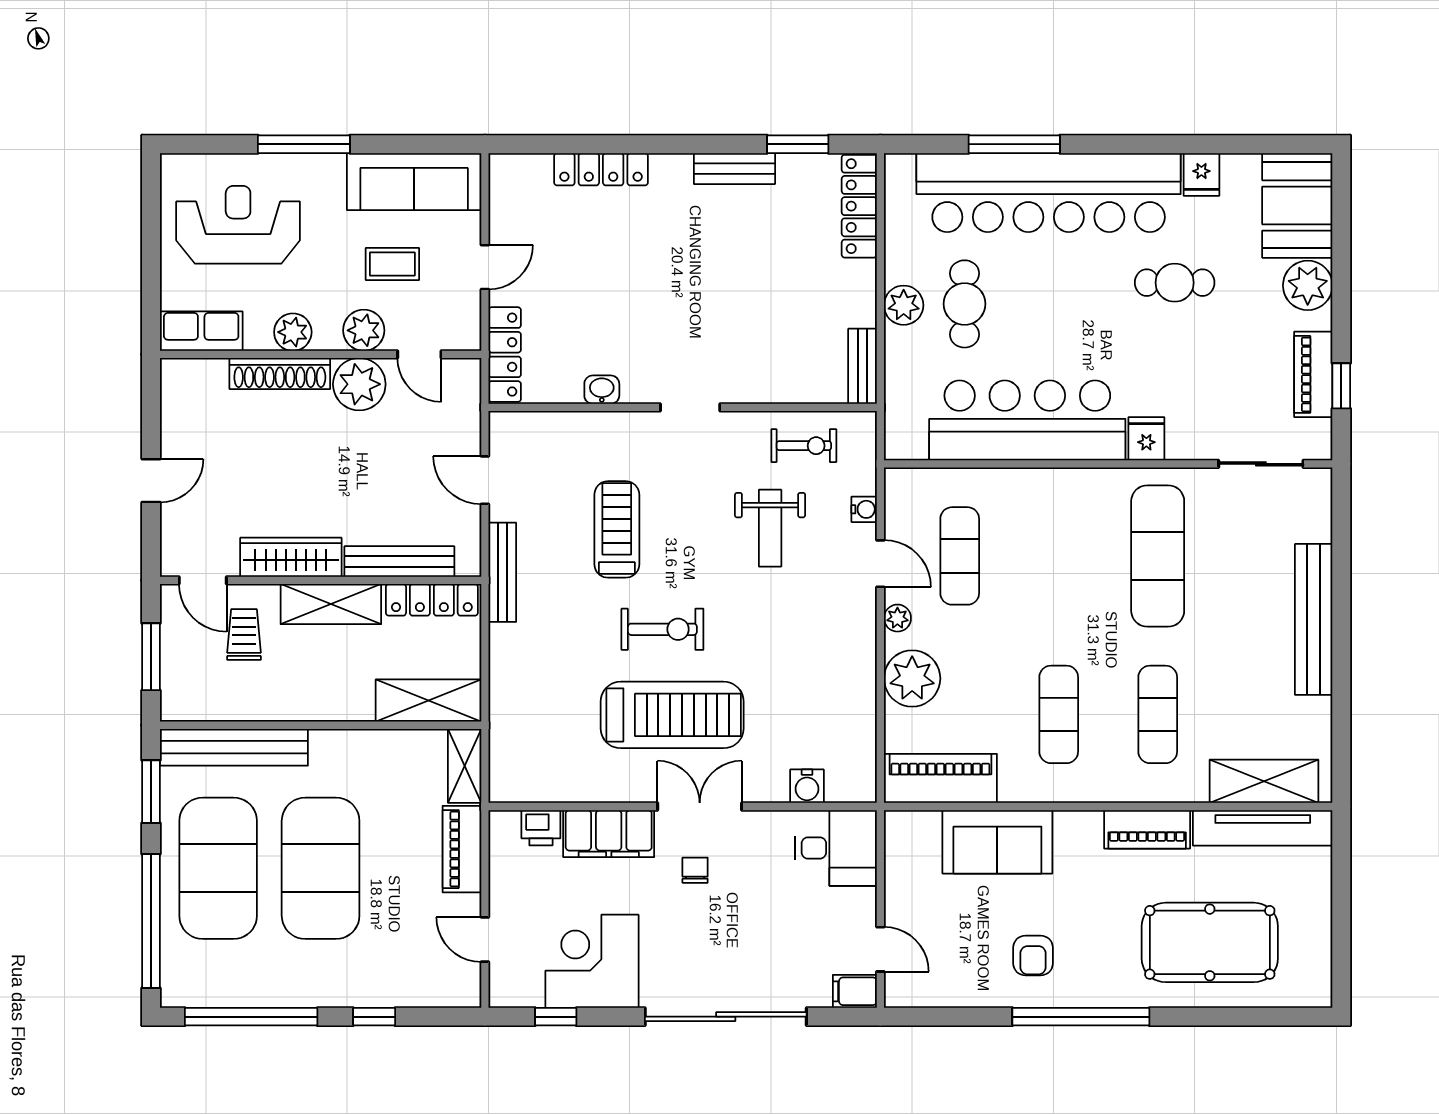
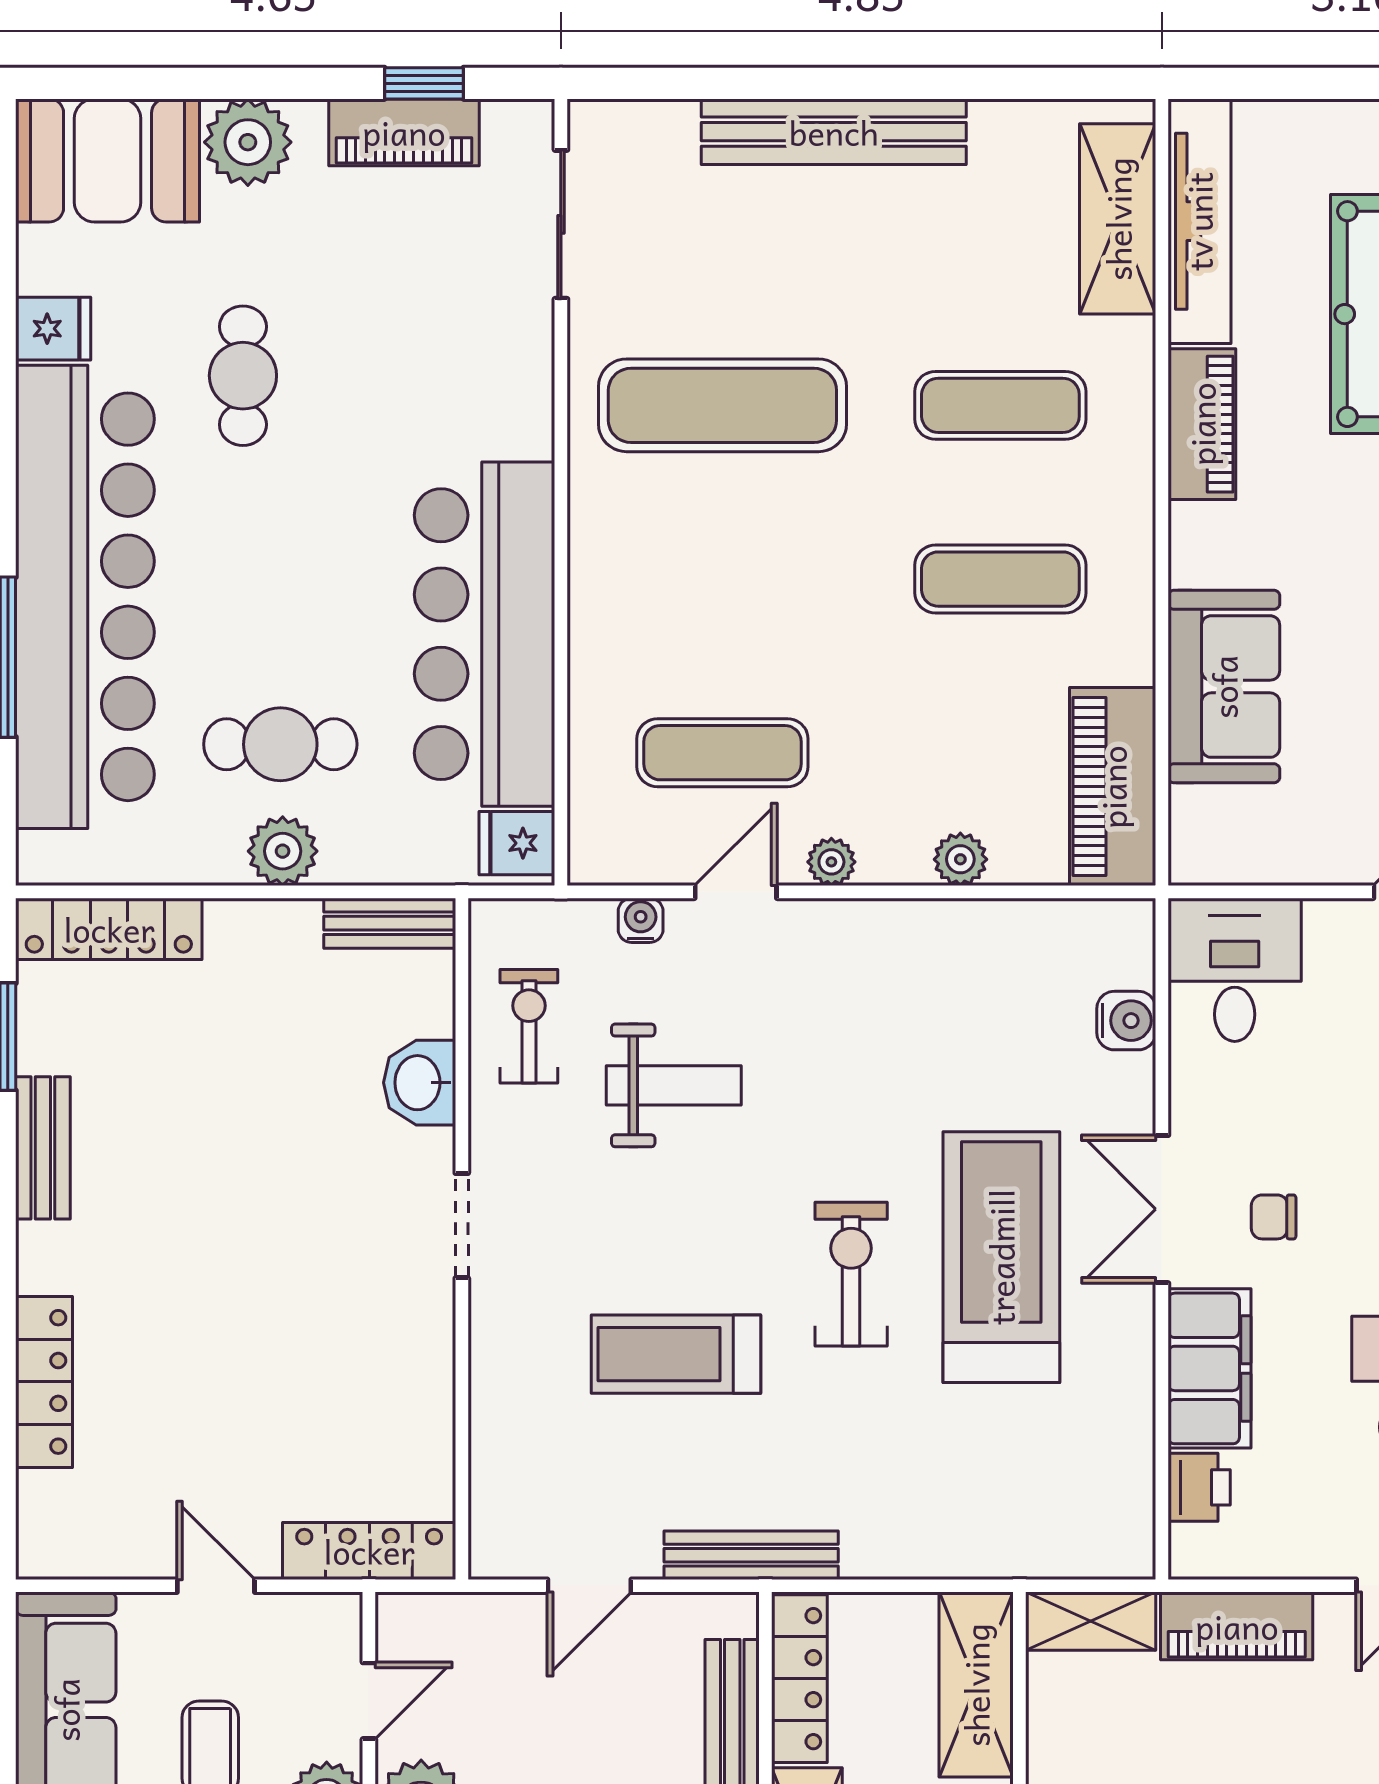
washbasin: (602, 390) -> (420, 1083), moved, width x1.38, depth x1.45
fridge: (1146, 439) -> (517, 843), moved
plant: (912, 678) -> (960, 859), width x0.53, depth x0.53

